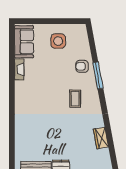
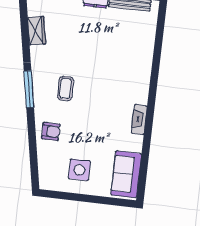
fireplace: (19, 69) -> (139, 120), moved
window: (98, 75) -> (29, 89), moved

